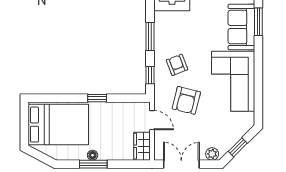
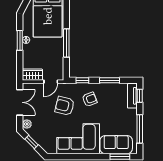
window: (97, 98) -> (66, 43), width x2.17

